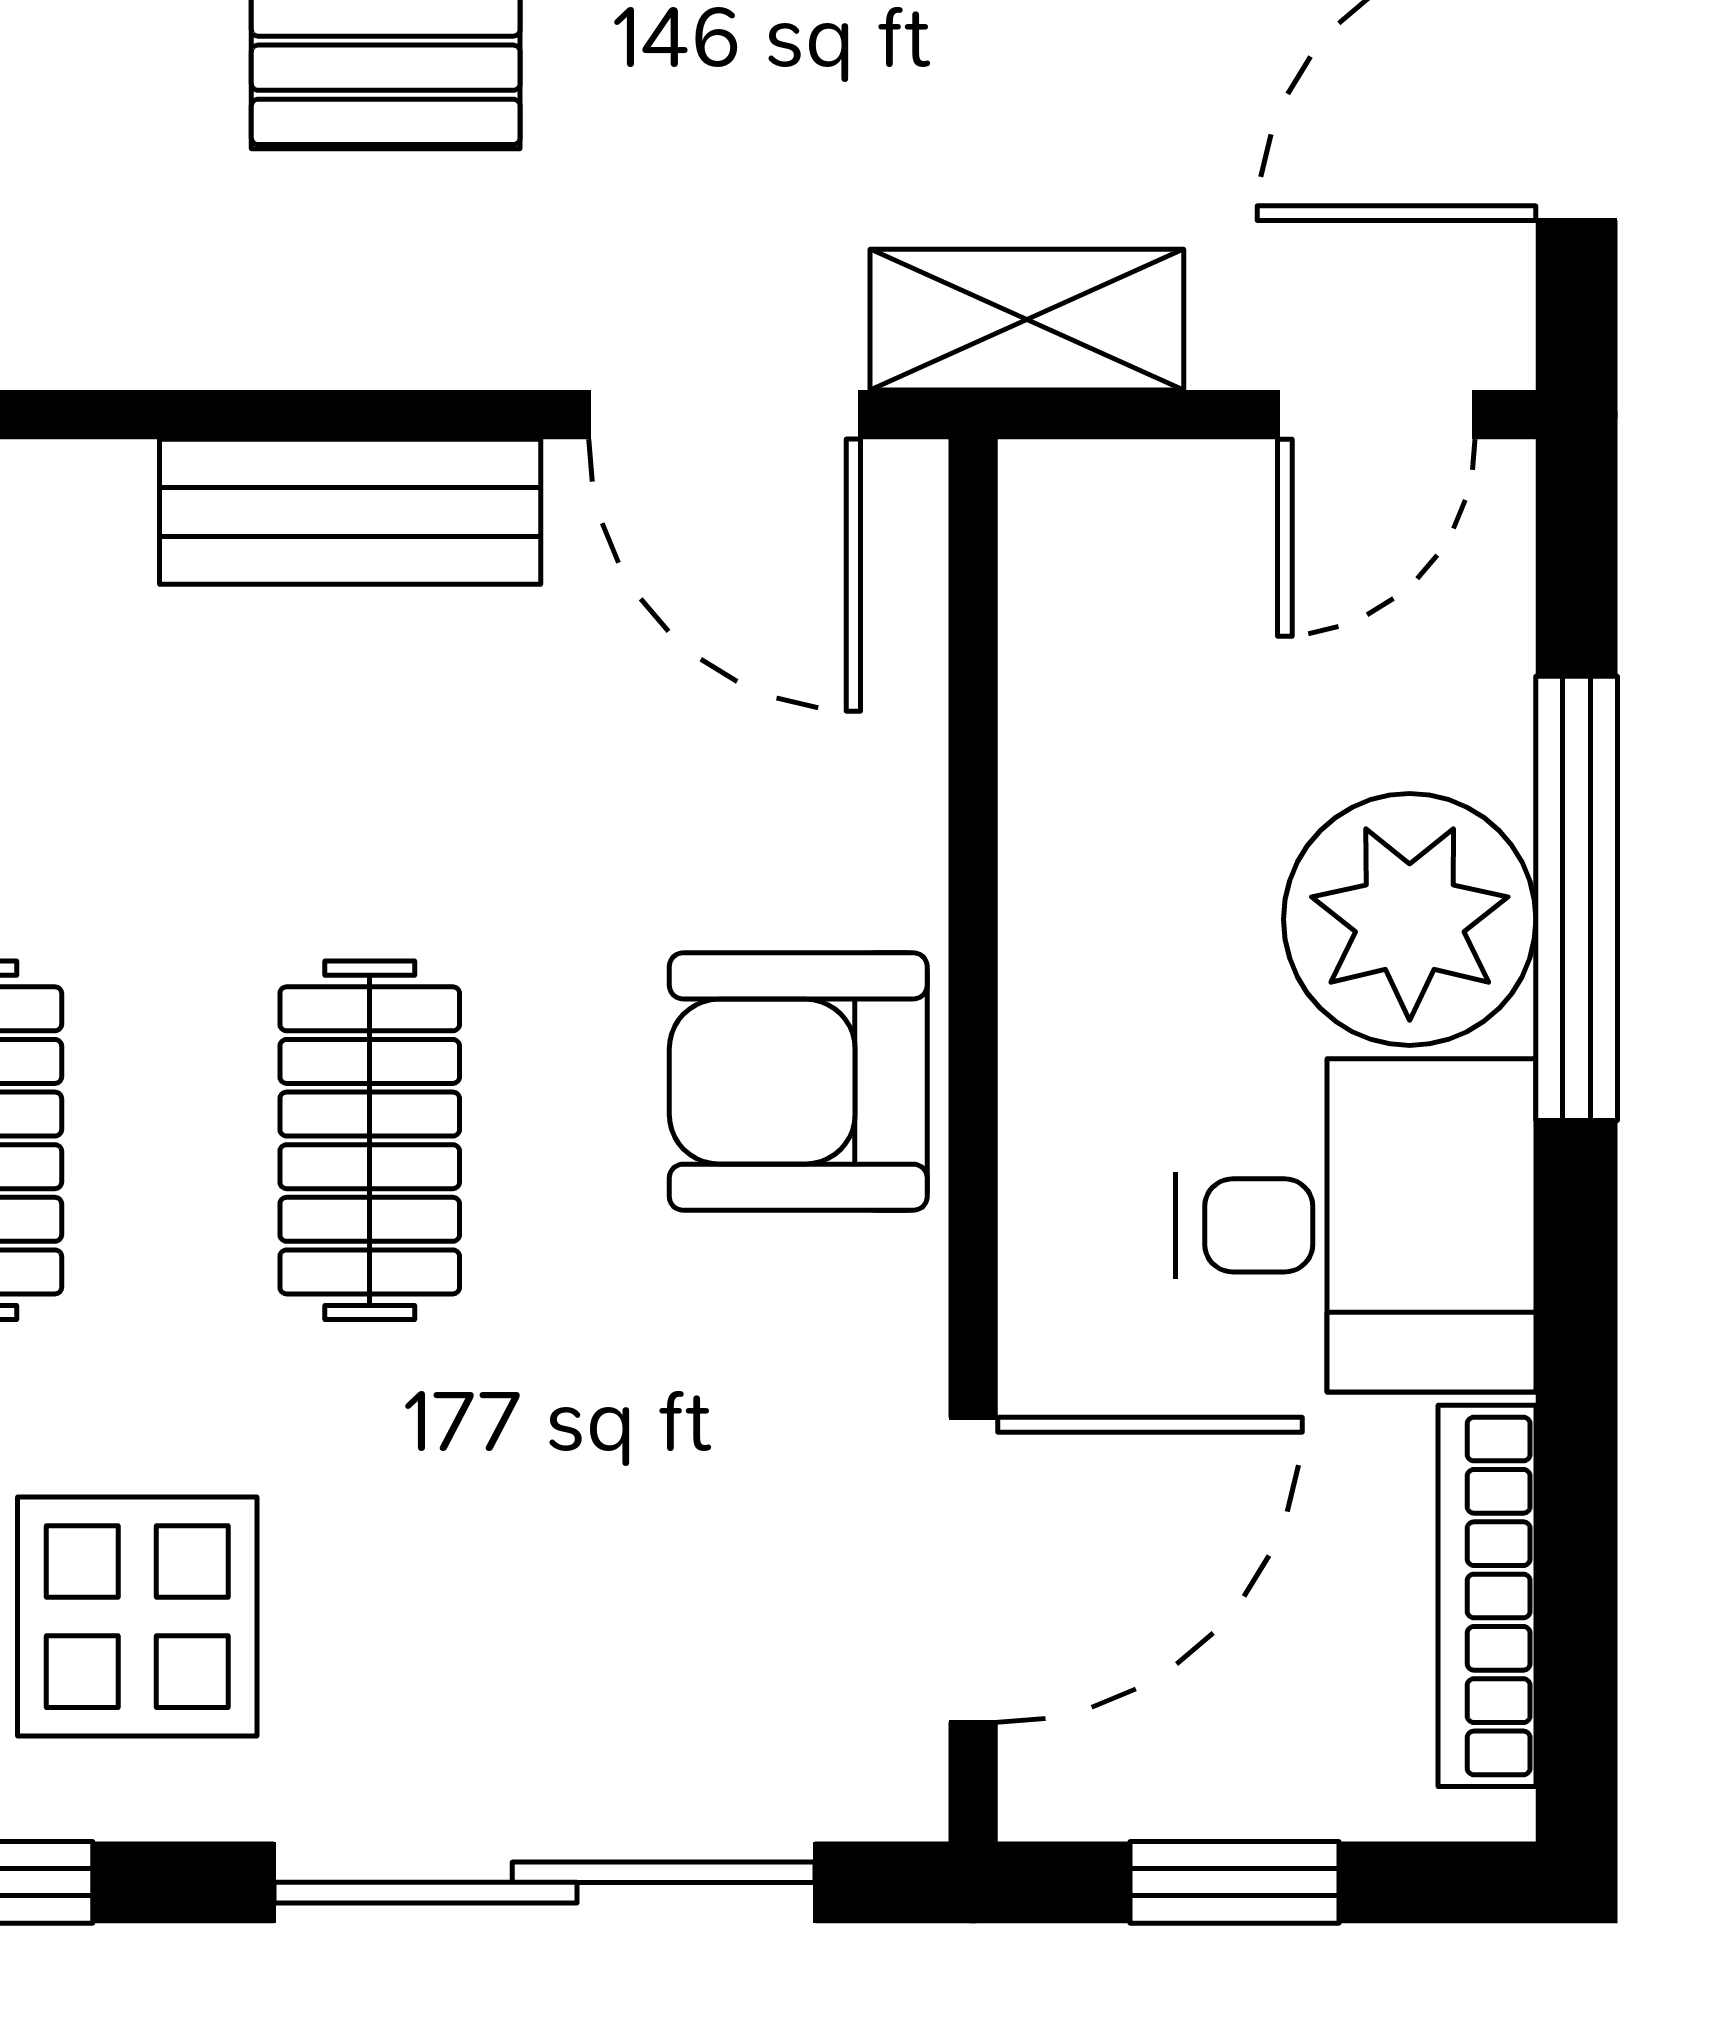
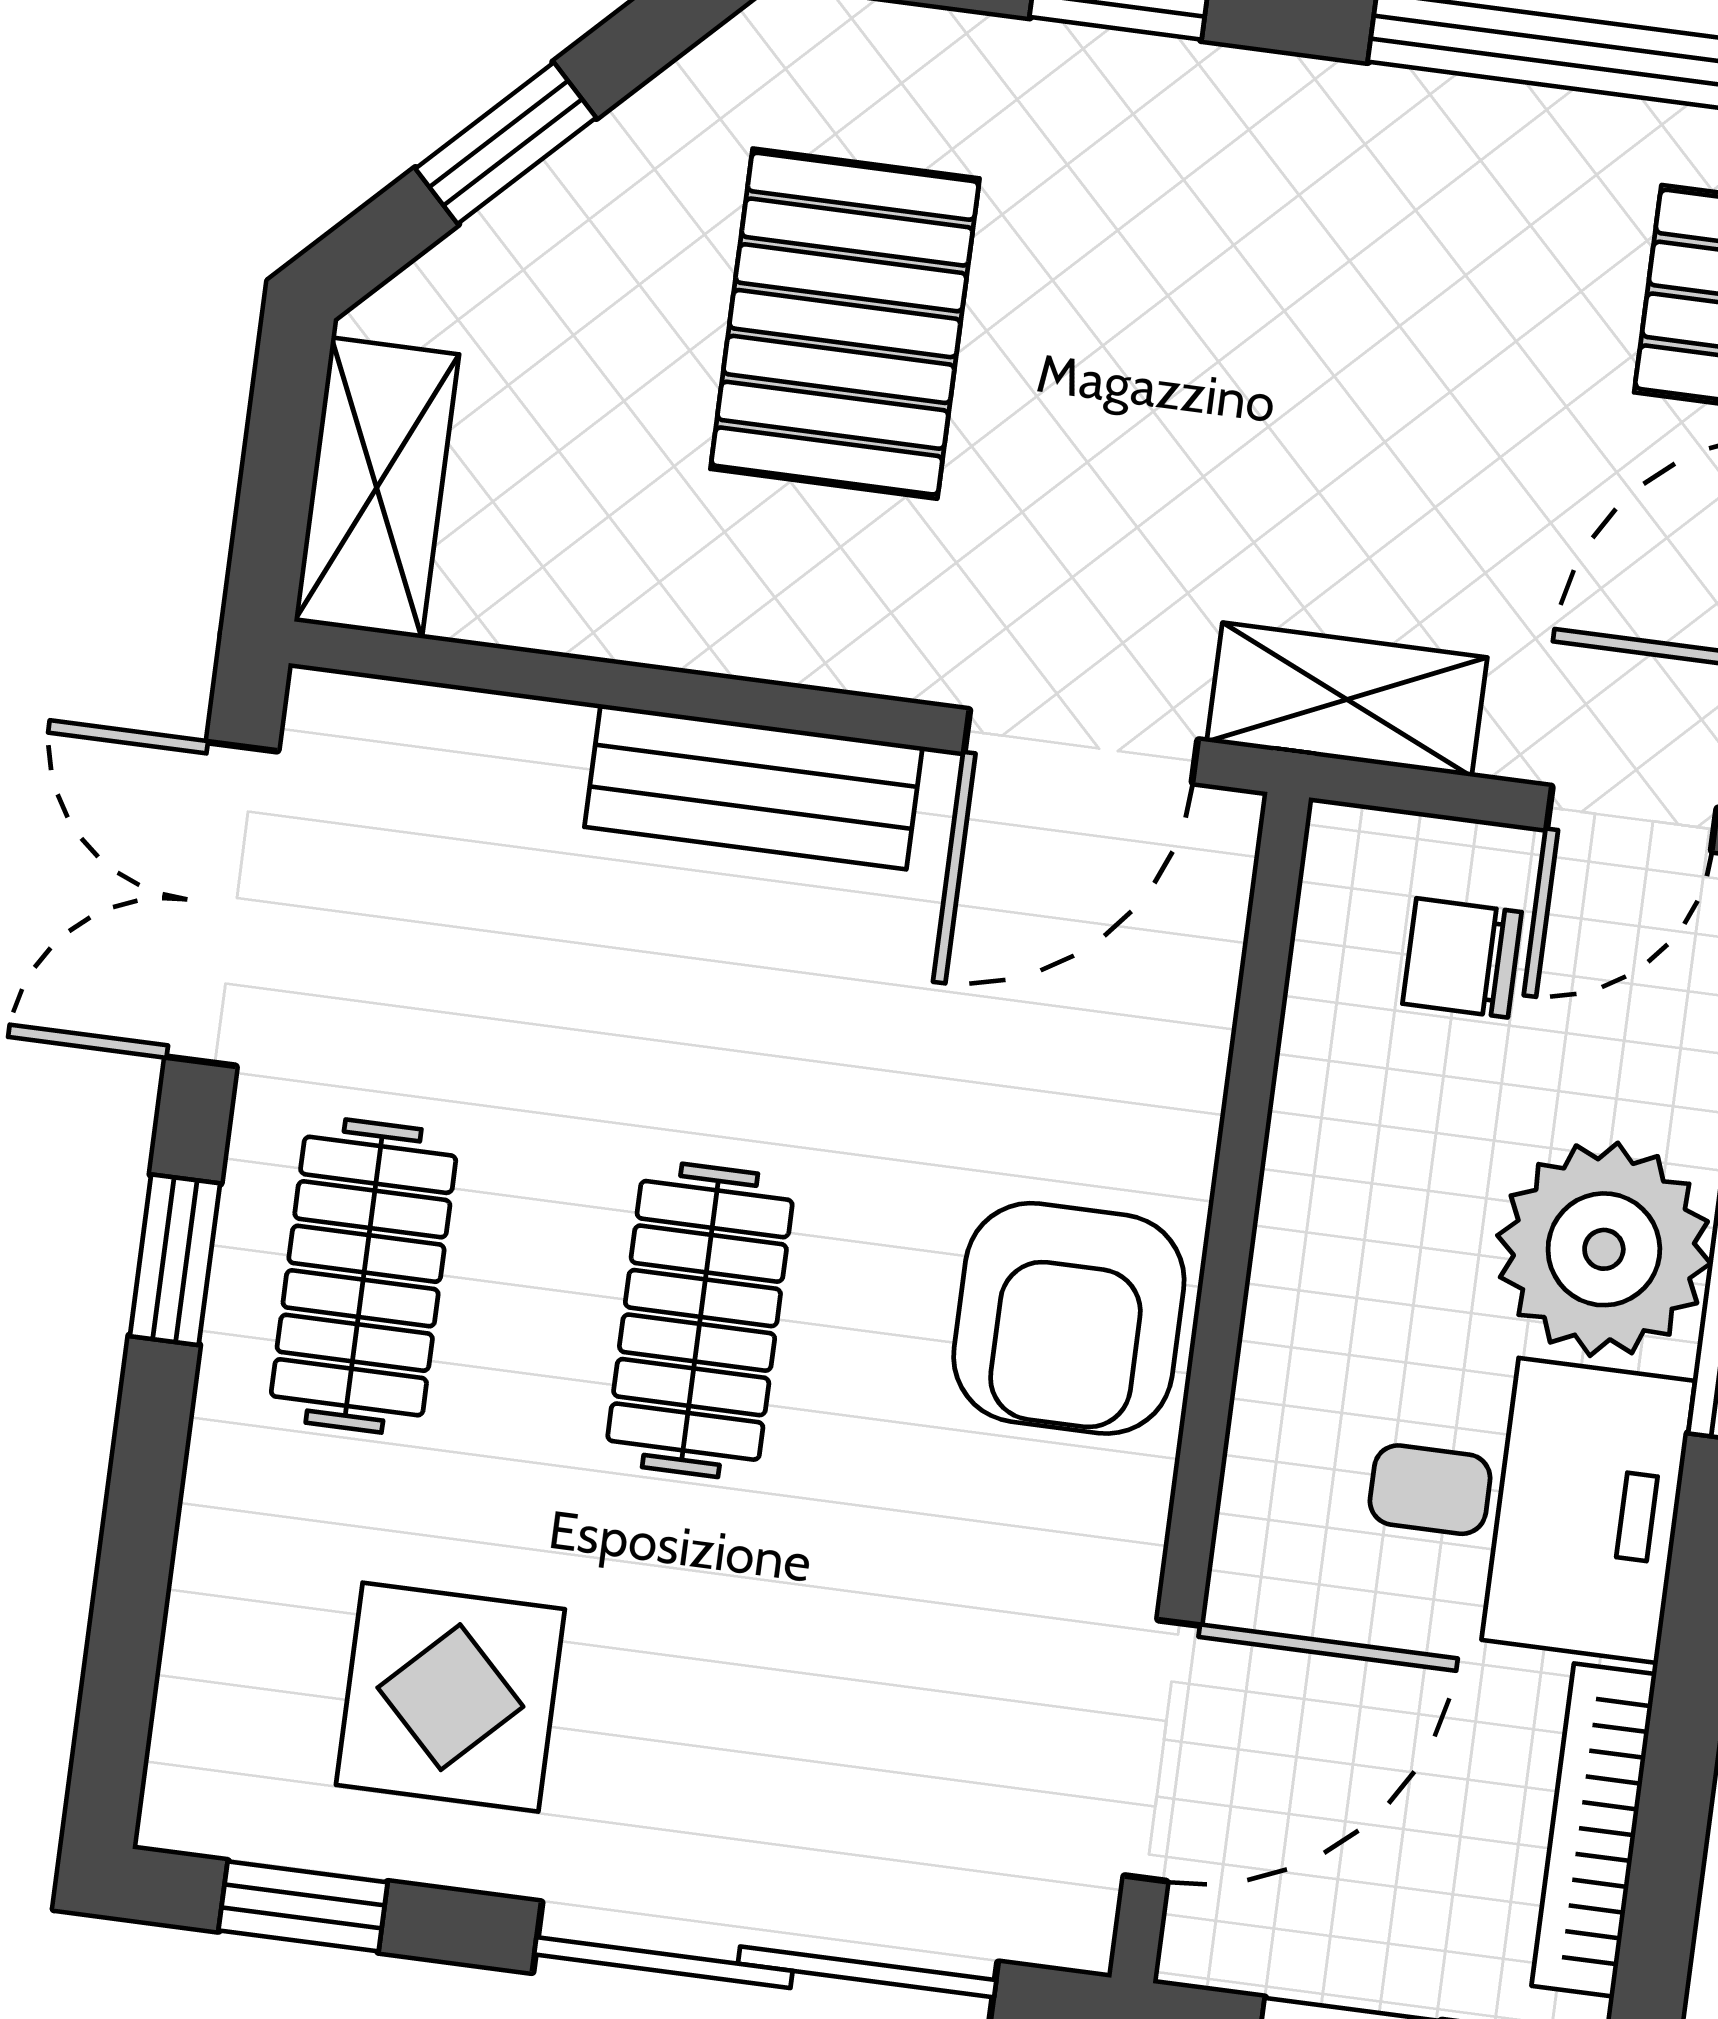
door: (725, 415) -> (1081, 746), hinge flipped
chair: (1200, 602) -> (1462, 958), added
armchair: (798, 1082) -> (1069, 1318), turned -90

